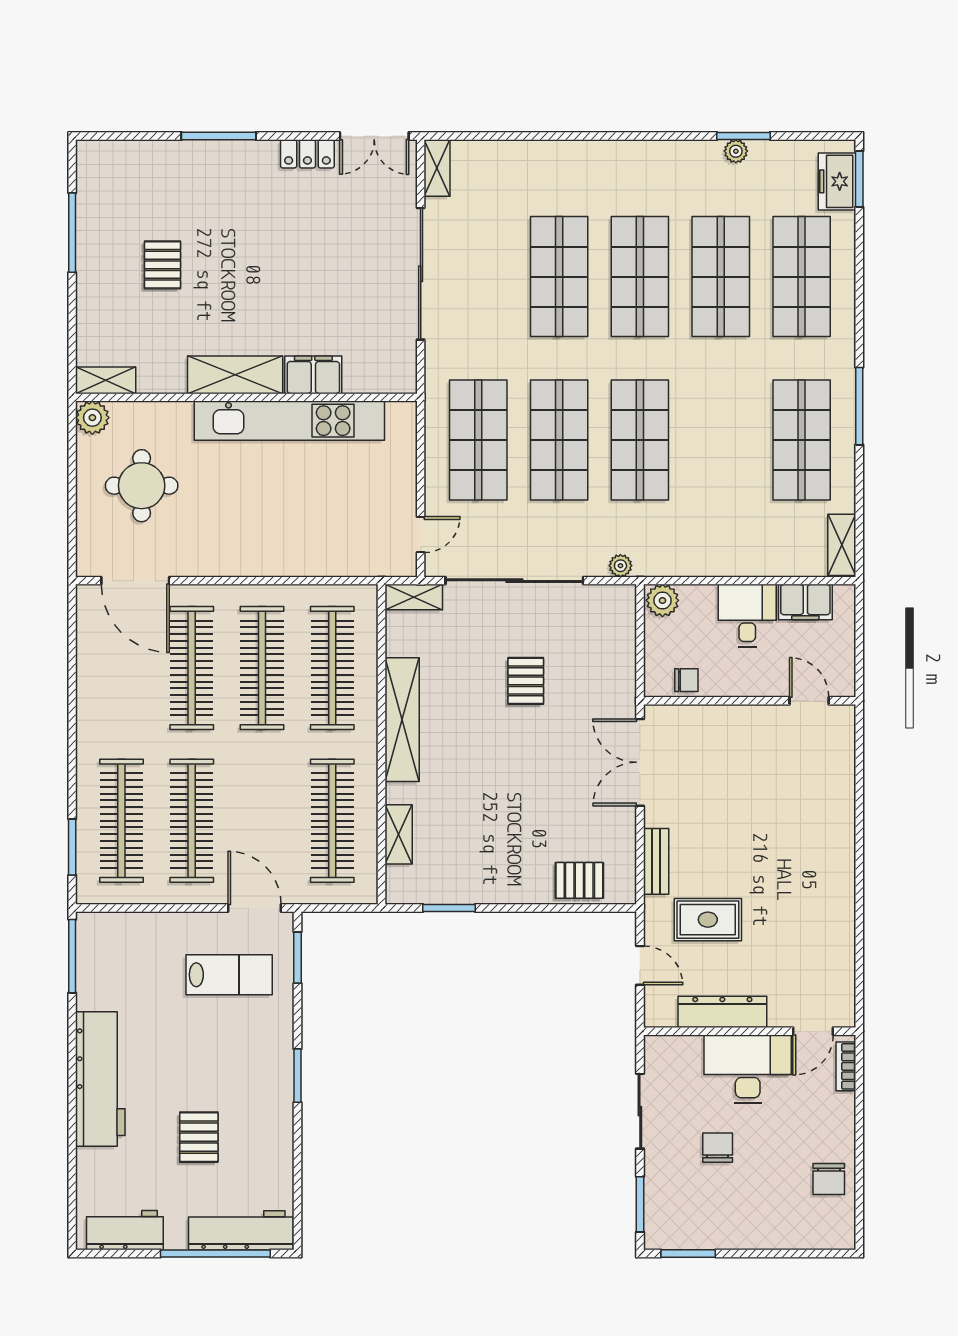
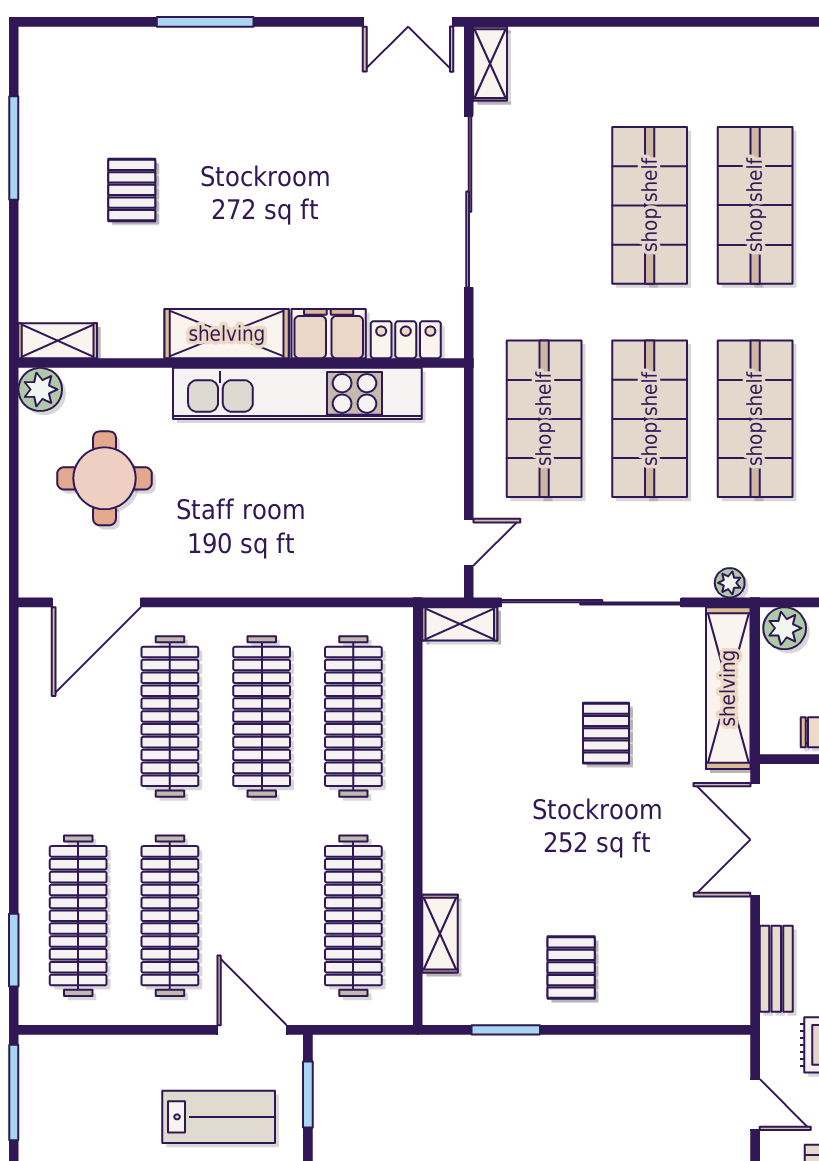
locker: (307, 154) -> (406, 340), moved, turned 180
door: (135, 581) -> (96, 602), hinge flipped
shelving: (402, 720) -> (728, 688), moved
pallet: (579, 880) -> (571, 968), moved, turned 90

